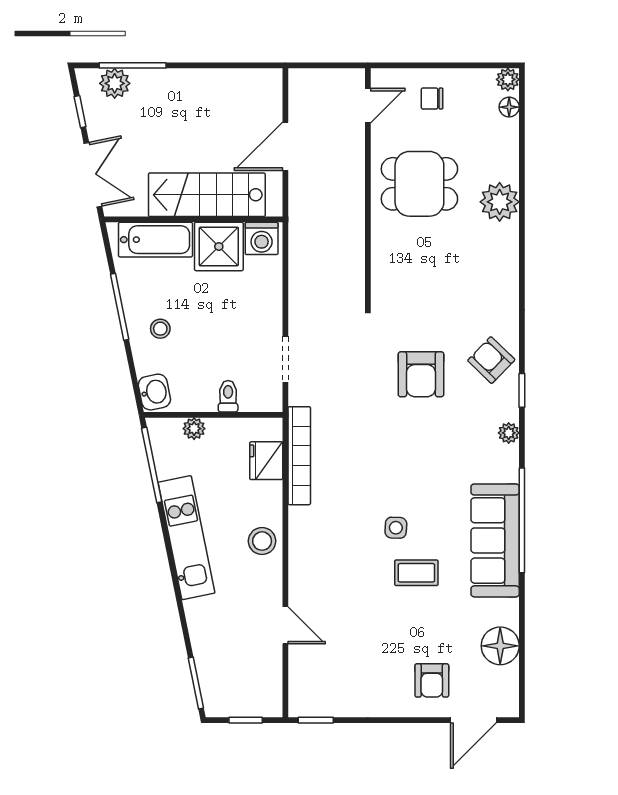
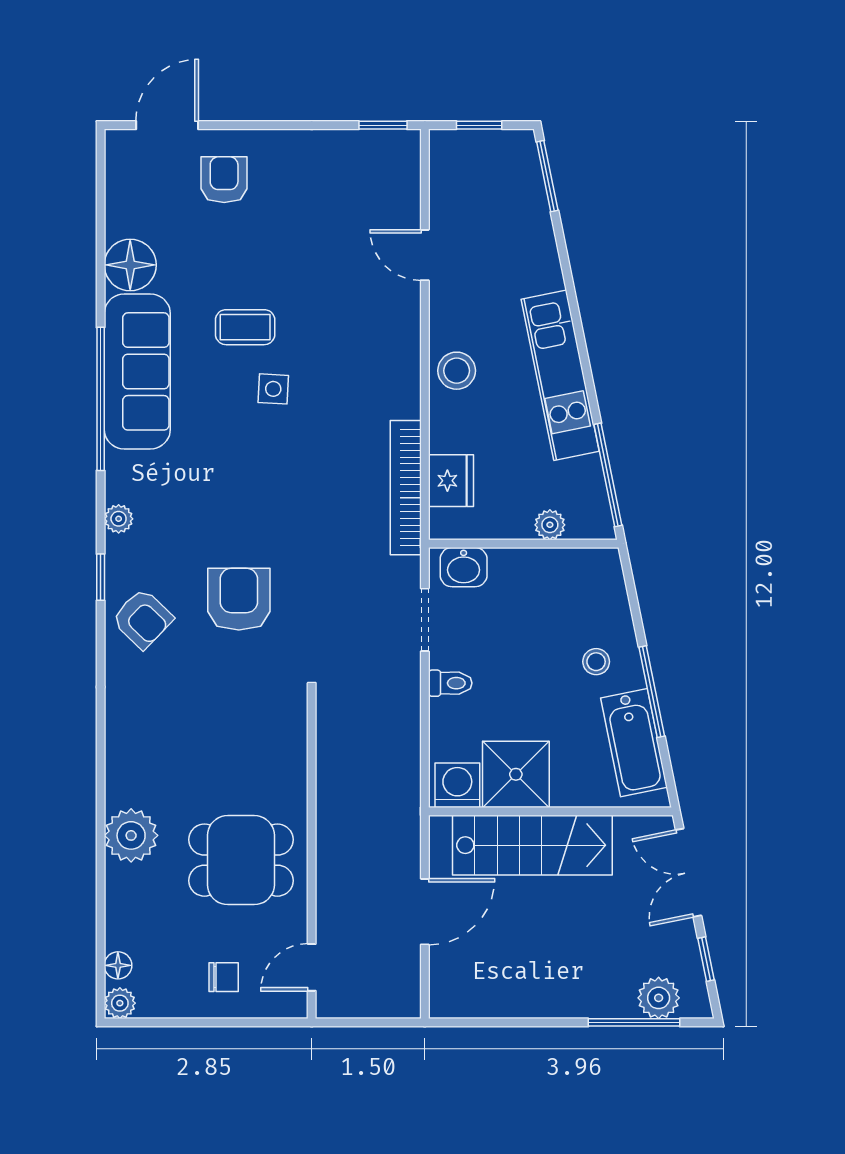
bathtub: (155, 240) -> (634, 743), moved, turned -101
washbasin: (154, 392) -> (464, 567), moved, turned -79
toilet: (228, 396) -> (450, 683), moved, turned -90
floor lamp: (500, 646) -> (130, 265), moved

